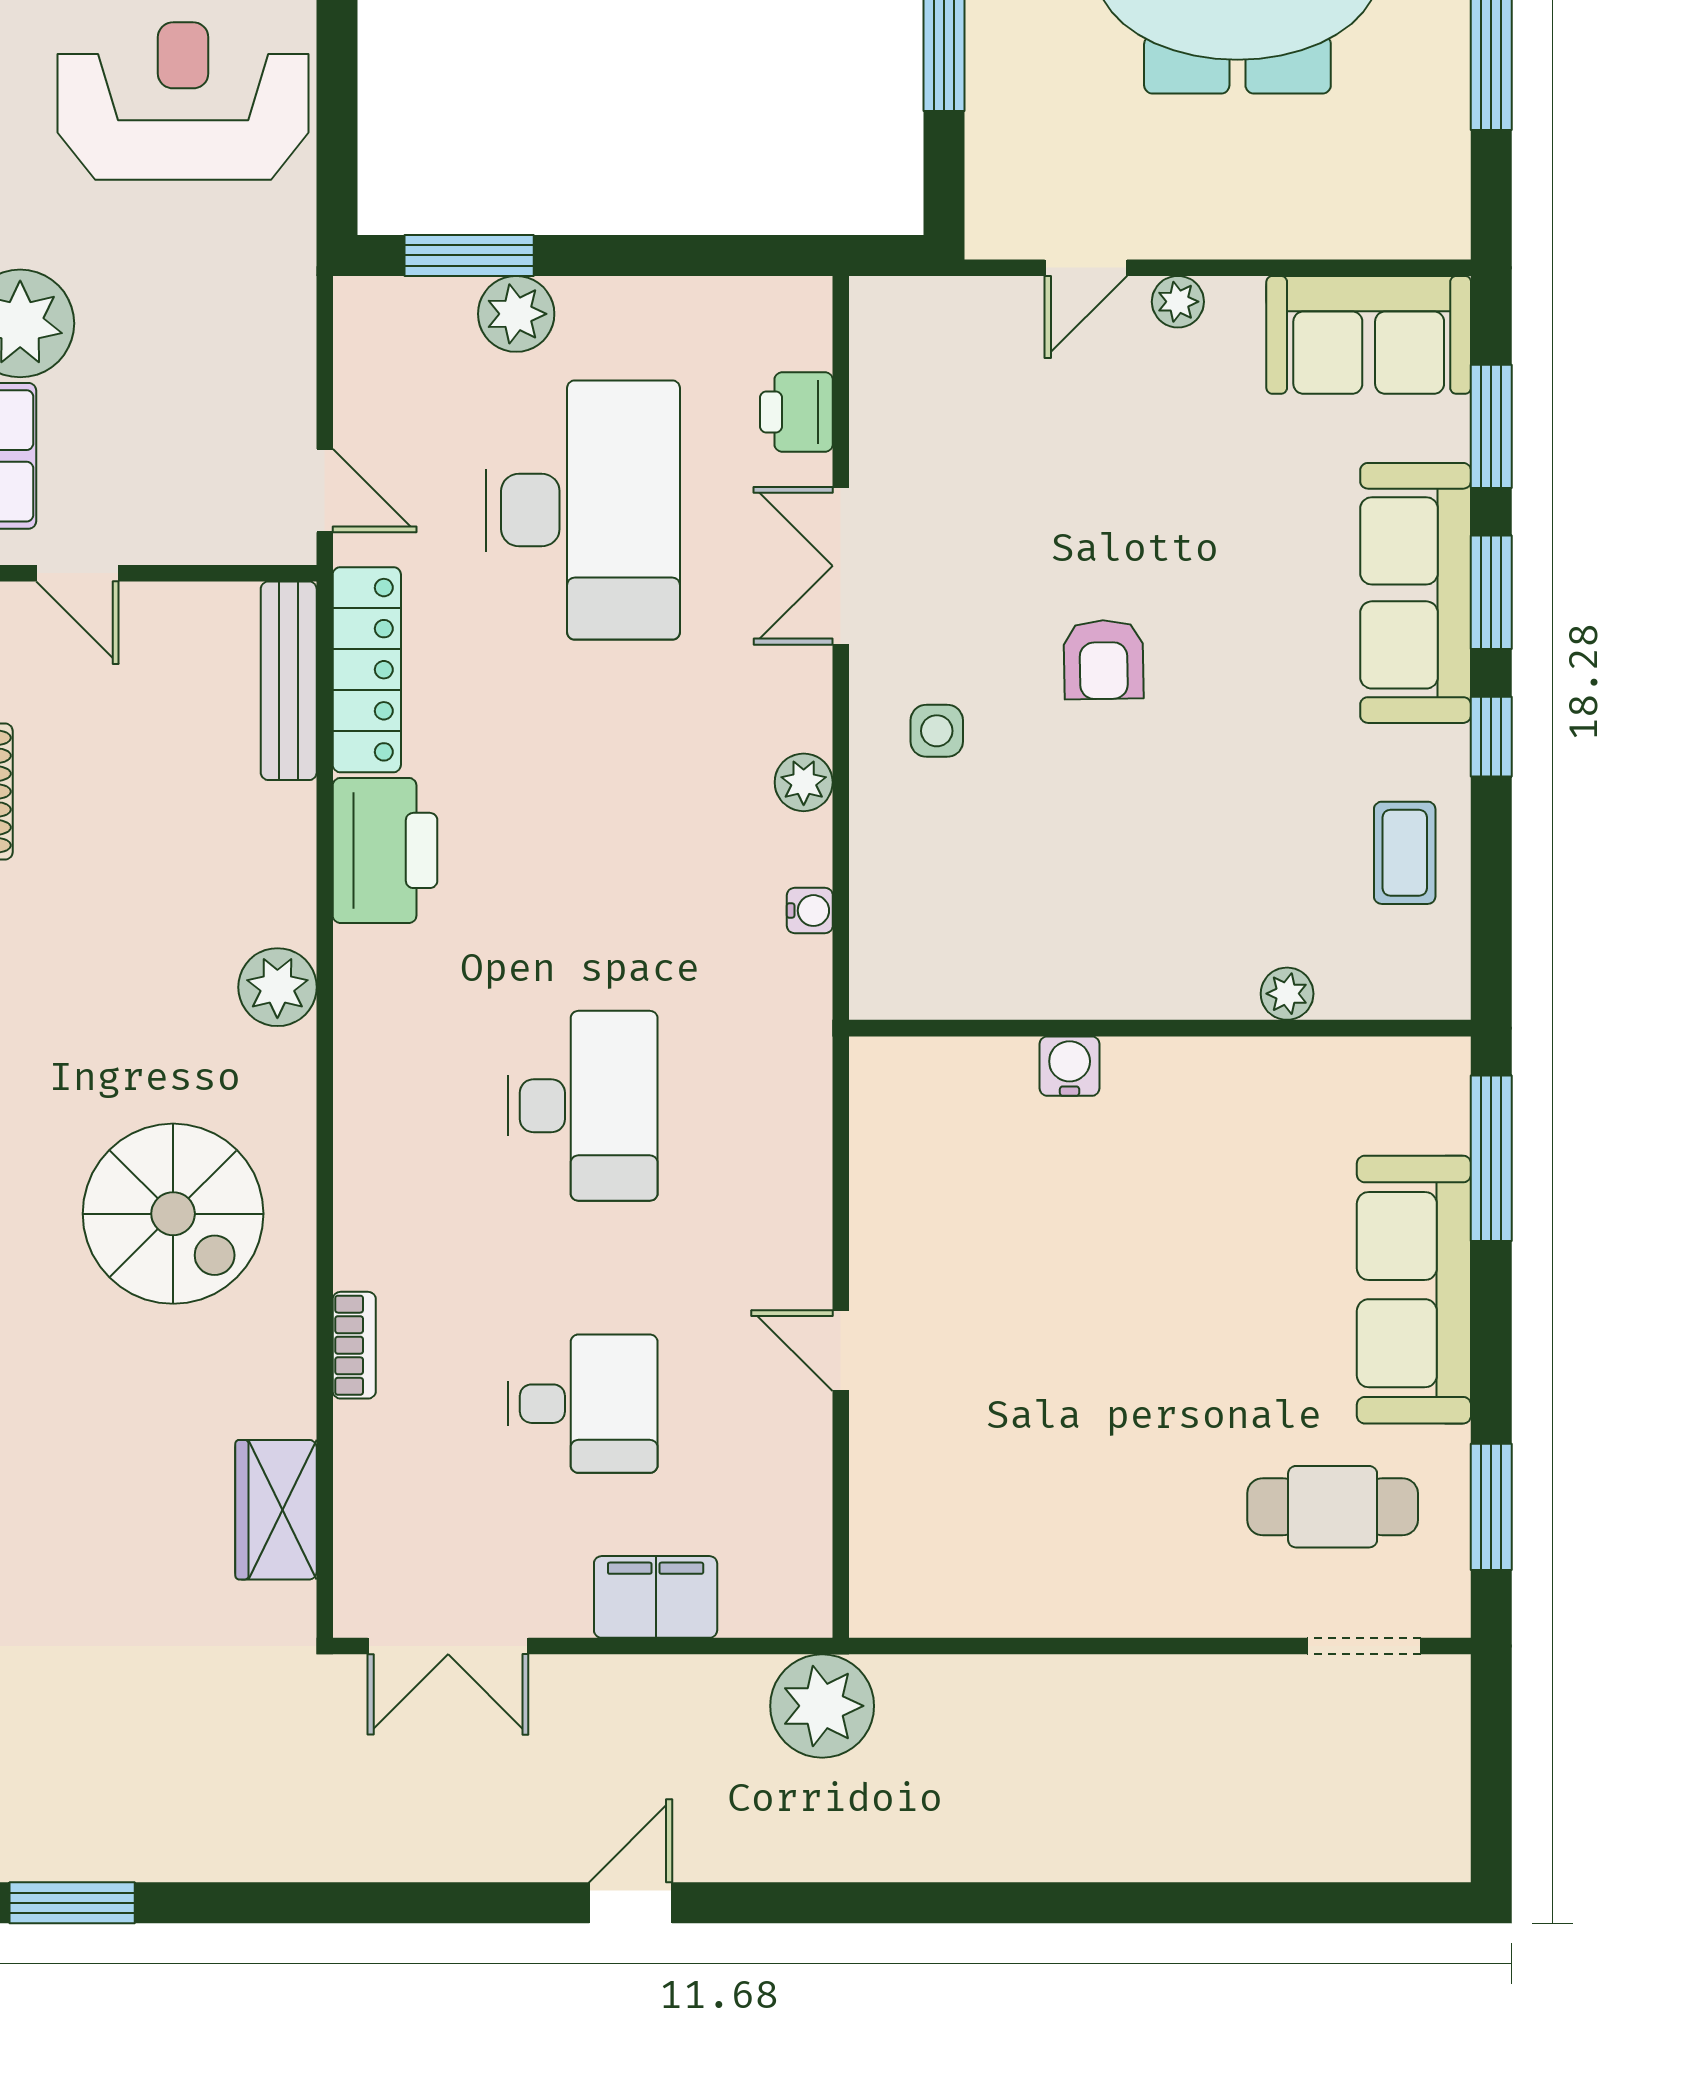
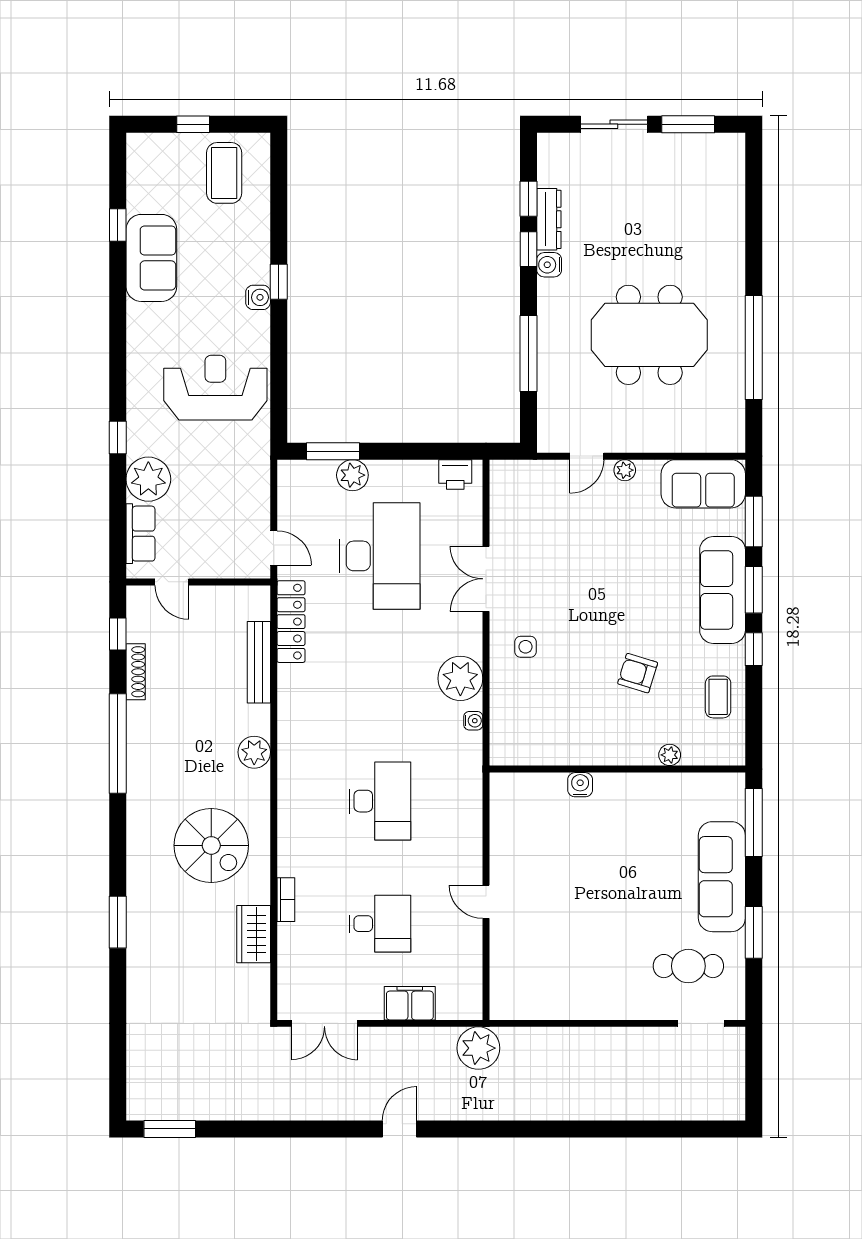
printer: (796, 412) -> (455, 474), moved, turned -90
armchair: (1104, 660) -> (638, 673), moved, turned 108
bench: (289, 681) -> (259, 662), moved
plant: (804, 782) -> (460, 678), width x1.88, depth x1.88
printer: (385, 850) -> (298, 696), removed
window: (1491, 1507) -> (754, 932), moved
wardrobe: (276, 1510) -> (254, 934), moved

